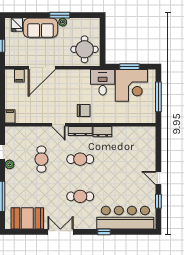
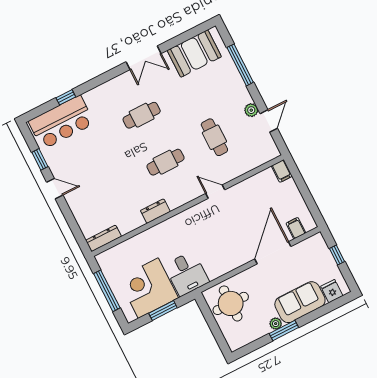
chair: (84, 110) -> (192, 226), removed
dresser: (80, 131) -> (104, 238), moved
bar counter: (125, 218) -> (62, 122), width x0.73
window: (104, 232) -> (66, 97), moved

